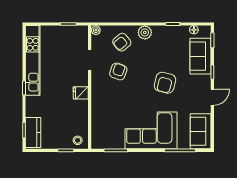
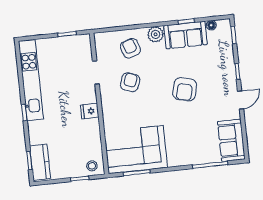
plant: (96, 30) -> (99, 38), removed
armchair: (122, 42) -> (130, 48), turned 112
sofa: (200, 56) -> (185, 35), moved, turned -90
corner sofa: (151, 130) -> (136, 150), moved

